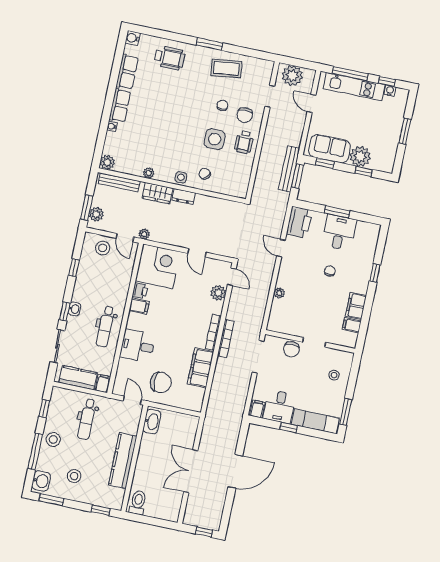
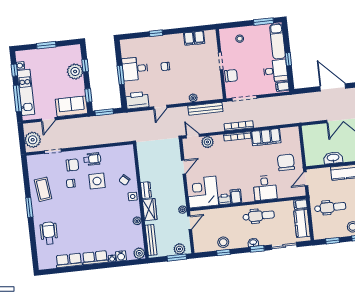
water cooler: (133, 38) -> (121, 256), moved
sofa: (330, 149) -> (71, 106), moved, turned 90
bench: (289, 169) -> (205, 109), moved
stool: (103, 248) -> (223, 242), moved
door: (232, 277) -> (193, 136), hinge flipped
filing cabinet: (356, 306) -> (189, 39), width x0.50
washbasin: (152, 422) -> (333, 158), moved

